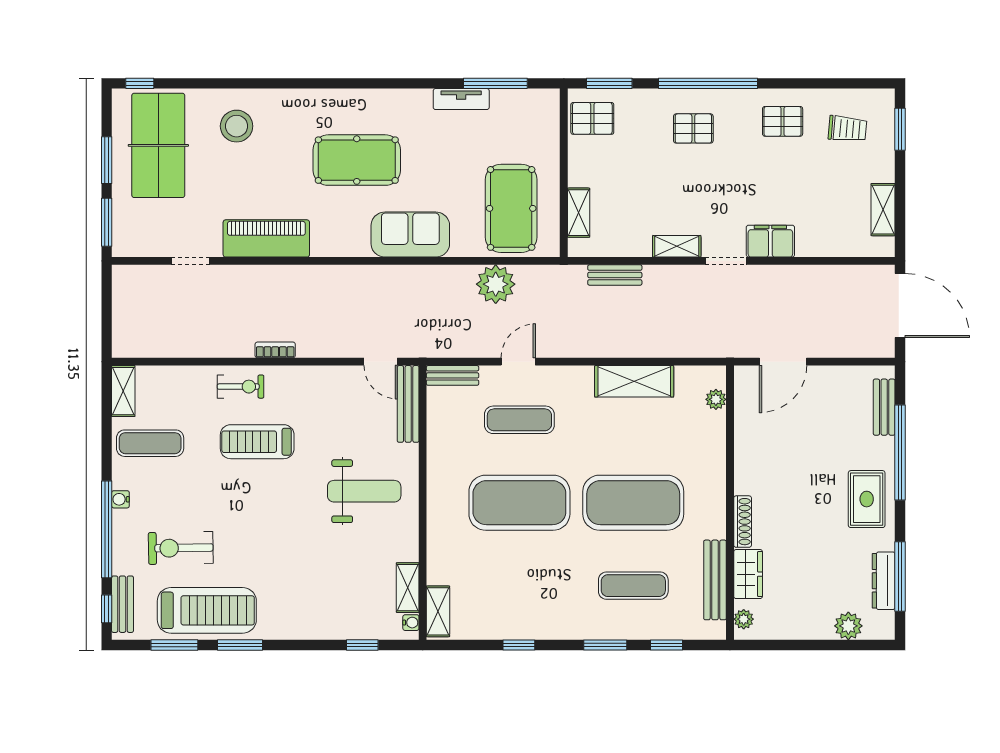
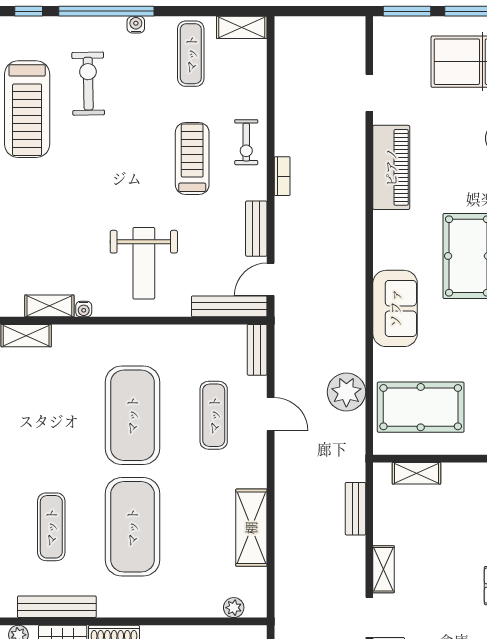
bench: (122, 604) -> (256, 229), moved, turned 90
water cooler: (411, 623) -> (84, 309), moved

